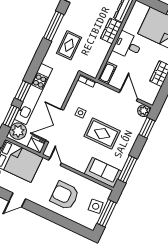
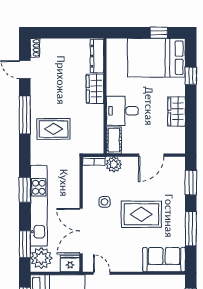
rug: (69, 45) -> (54, 129), turned 90
desk: (128, 45) -> (122, 111), moved
window: (23, 91) -> (25, 190), moved
door: (128, 96) -> (151, 155), swing flipped
plant: (144, 111) -> (114, 164), moved
window: (127, 169) -> (191, 229), moved

